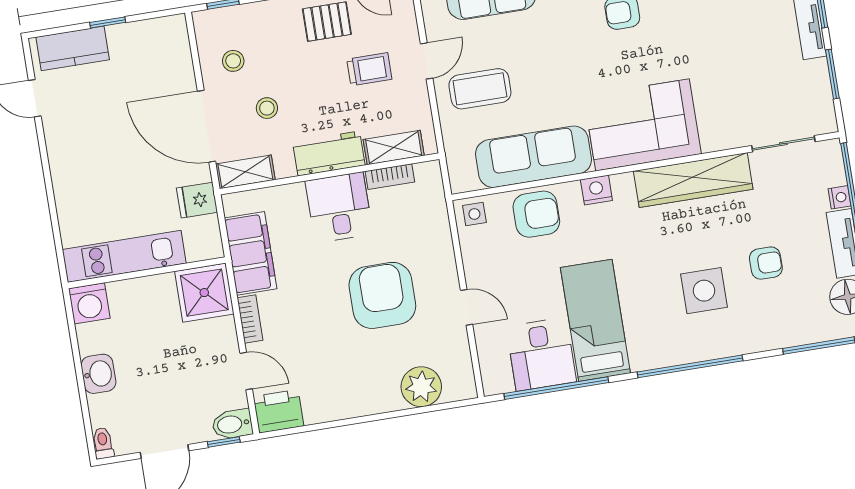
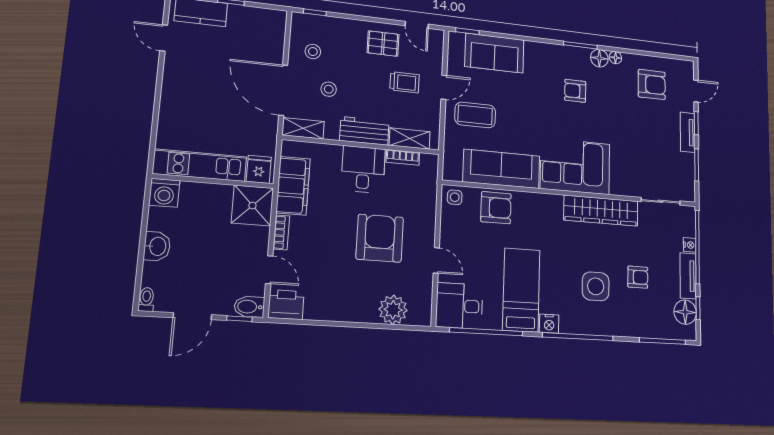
nightstand: (596, 190) -> (549, 324), moved, turned 180
fridge: (197, 200) -> (259, 169), moved, turned 90
desk: (541, 354) -> (459, 306), moved, turned 90

